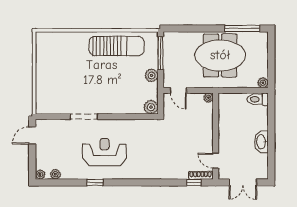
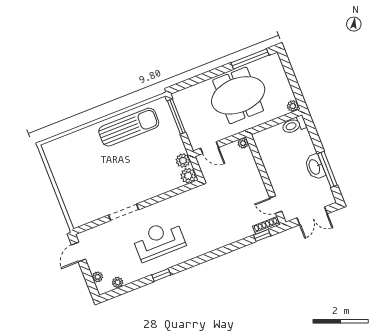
plant: (151, 75) -> (183, 161), moved
window: (271, 148) -> (327, 169), added
plant: (40, 174) -> (98, 277), moved

